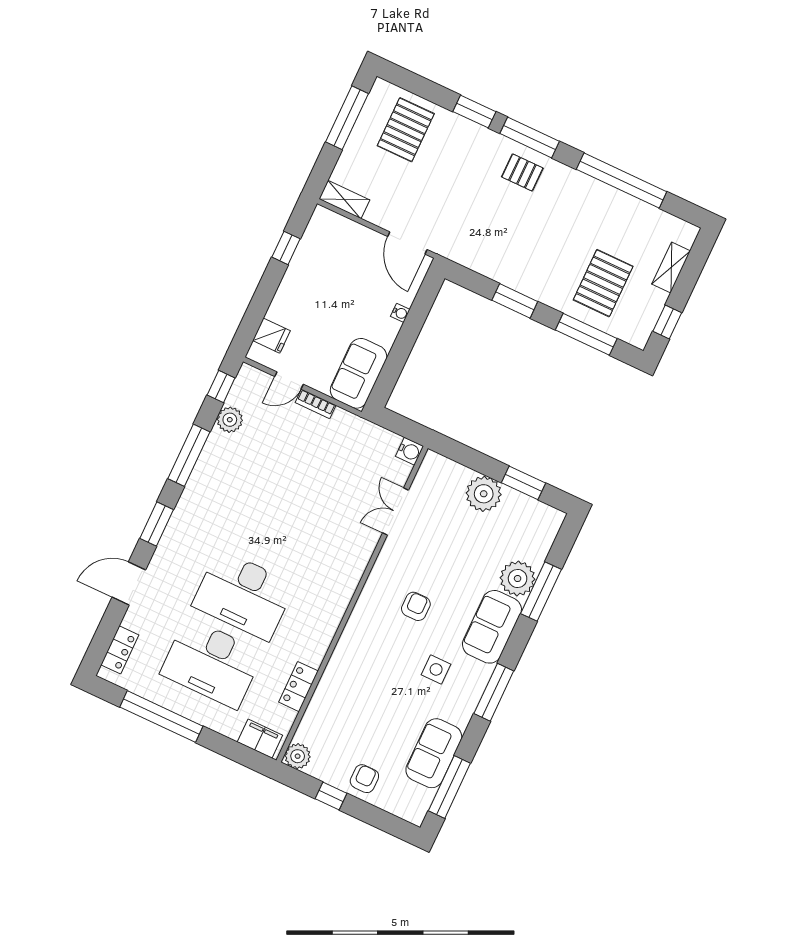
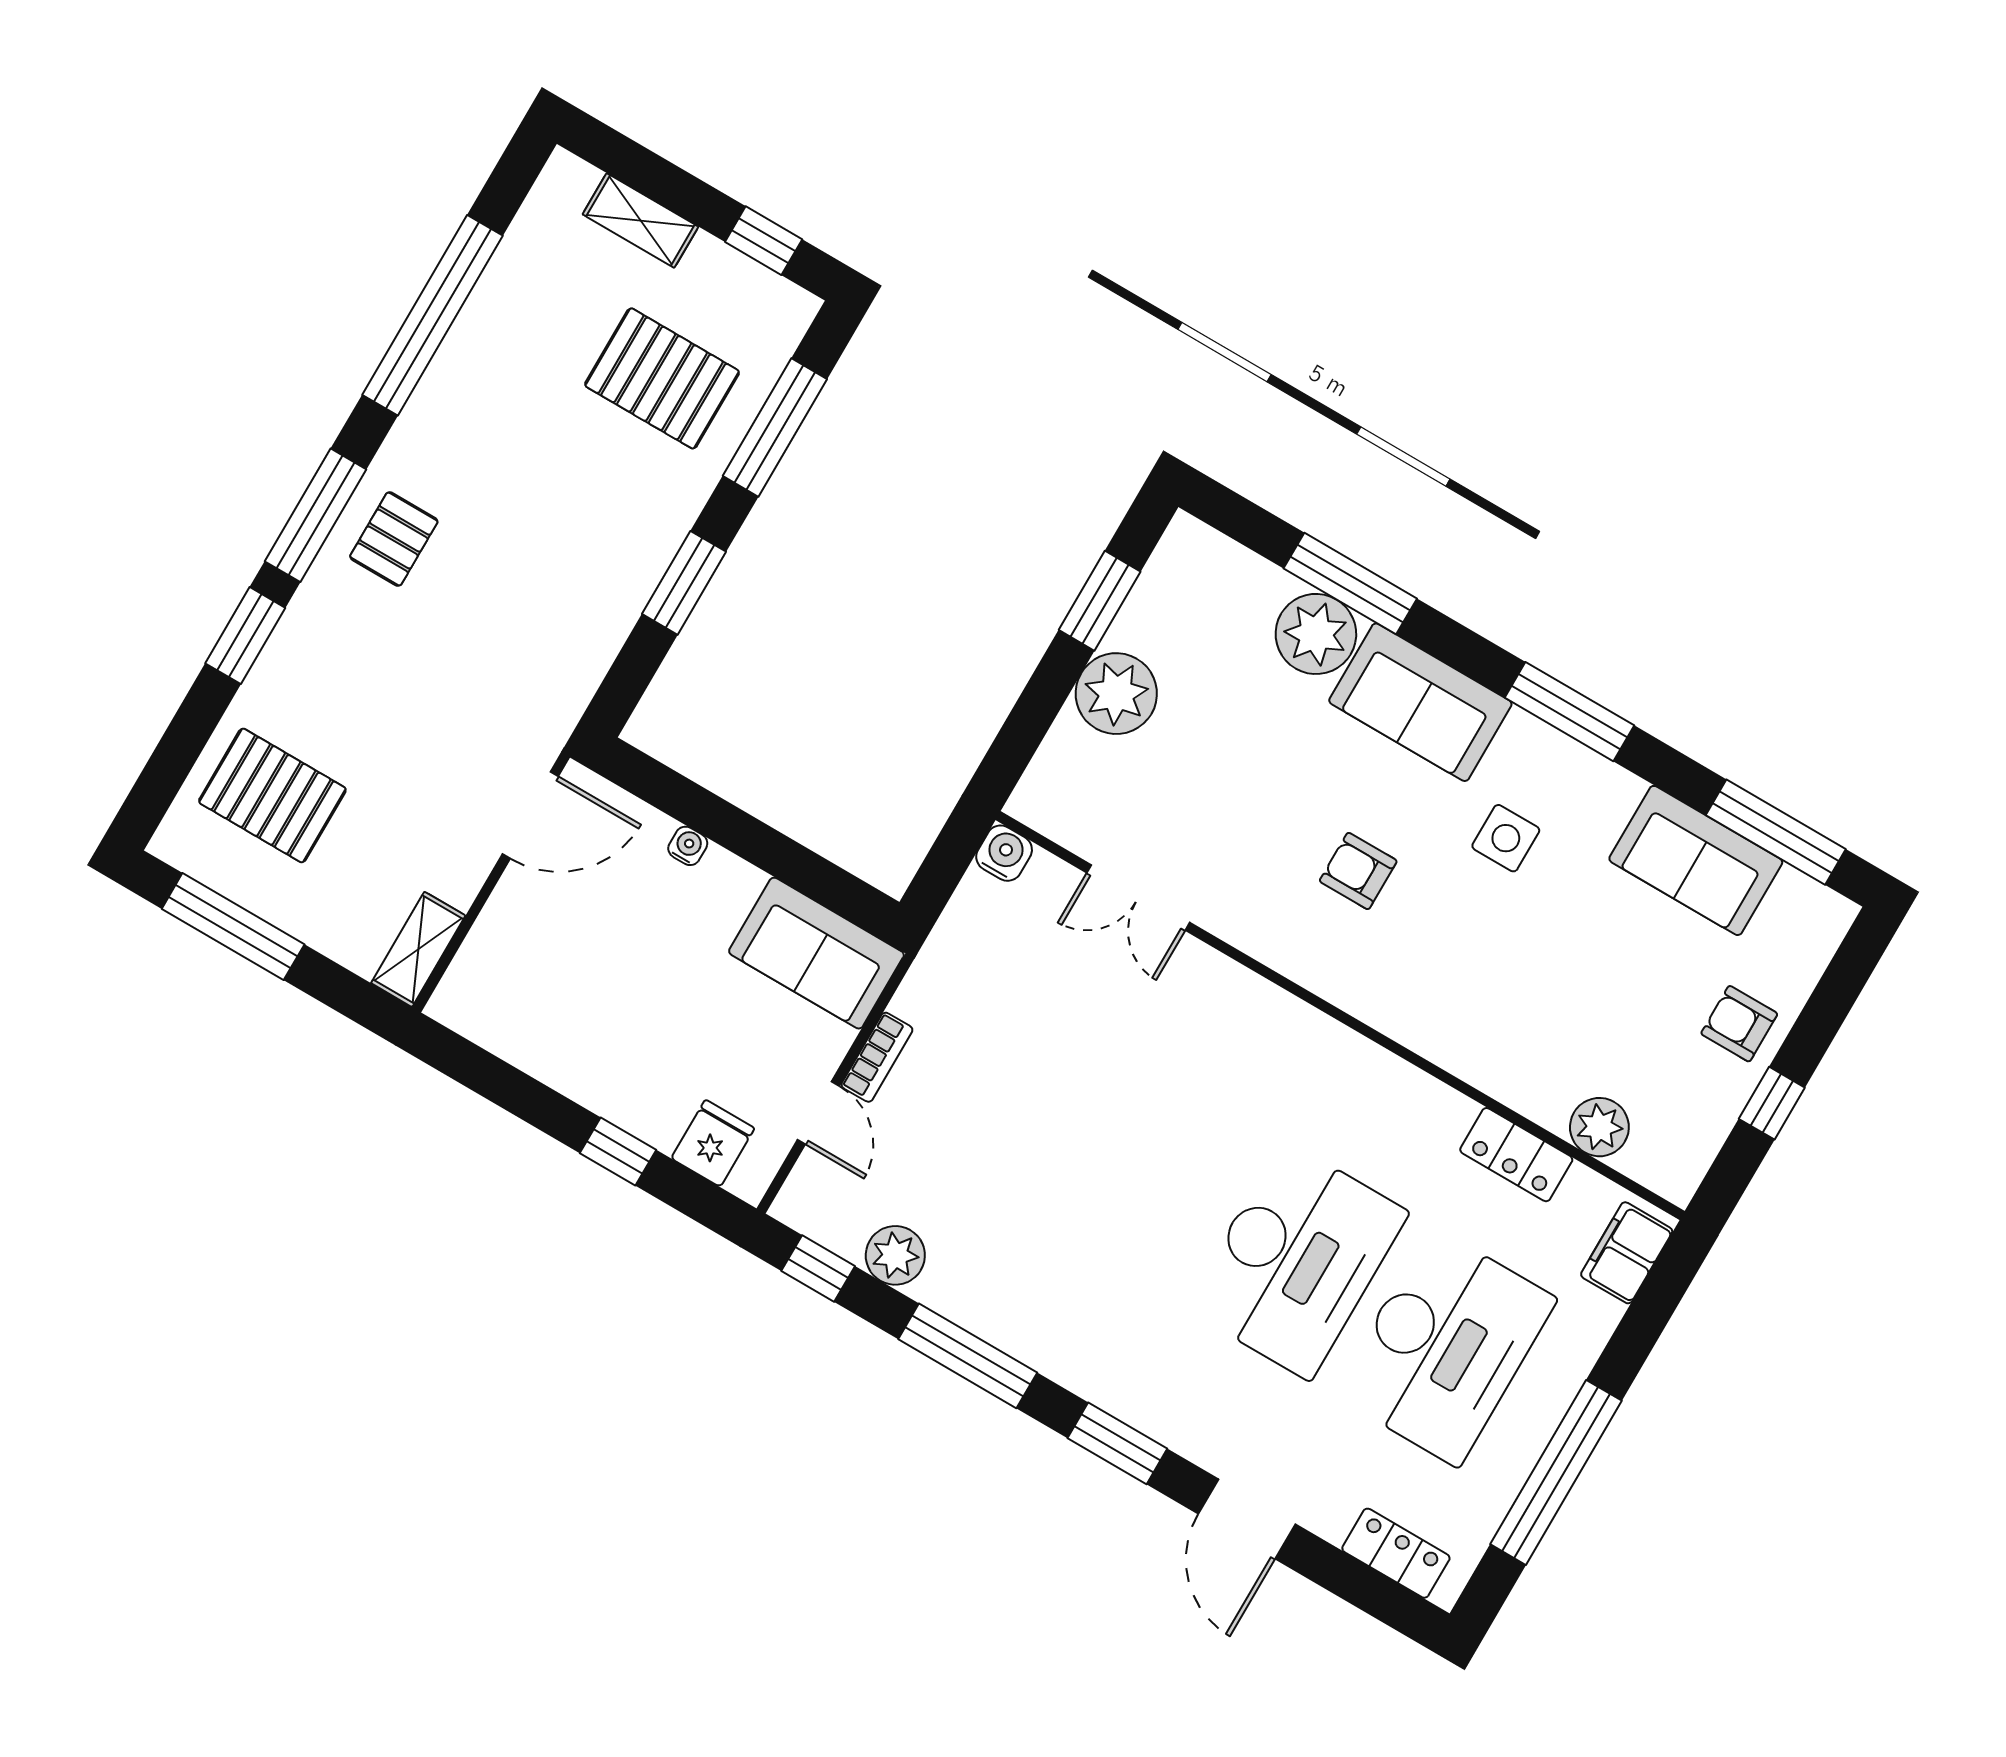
window: (286, 248) -> (618, 1151), moved
plant: (298, 756) -> (1599, 1127), moved

